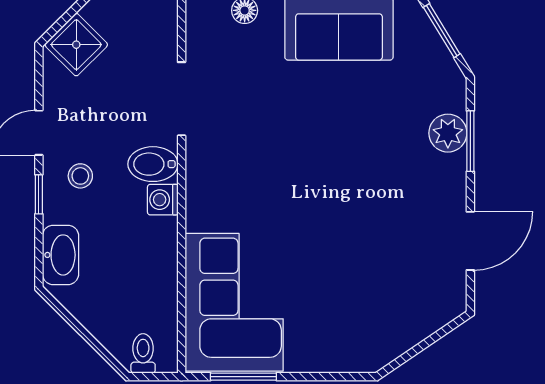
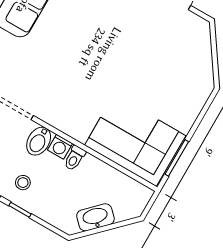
washbasin: (61, 255) -> (95, 217), moved, turned -45
toilet: (143, 353) -> (75, 158), moved, turned -90

